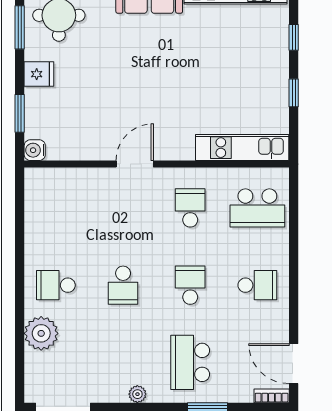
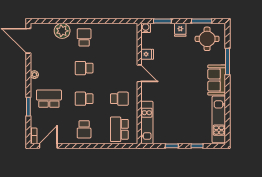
fridge: (93, 147) -> (147, 54), added
school desk: (190, 285) -> (84, 99), turned 180

